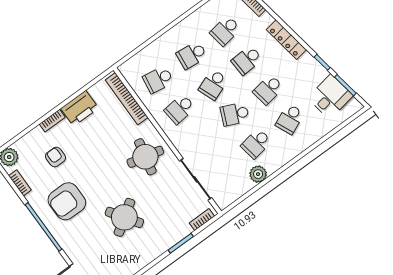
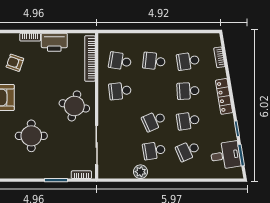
school desk: (213, 85) -> (154, 91), removed
school desk: (235, 114) -> (154, 121), turned -48
armchair: (56, 157) -> (15, 63), turned -71
round table: (124, 217) -> (31, 136), turned 34

